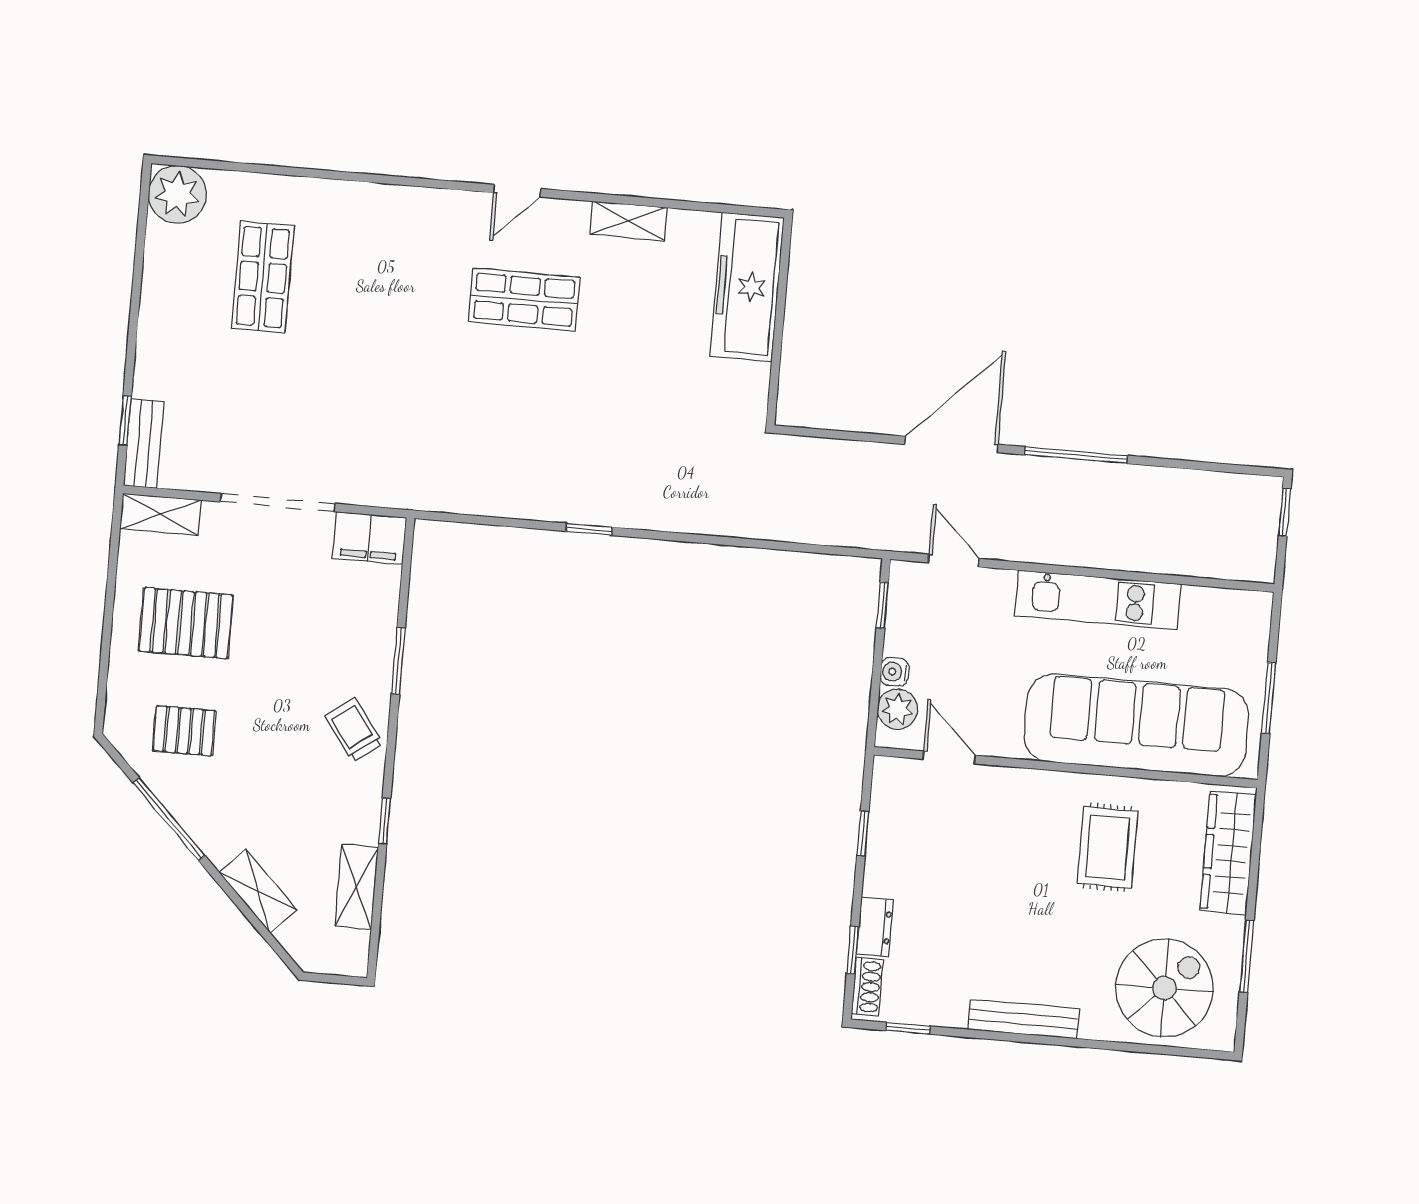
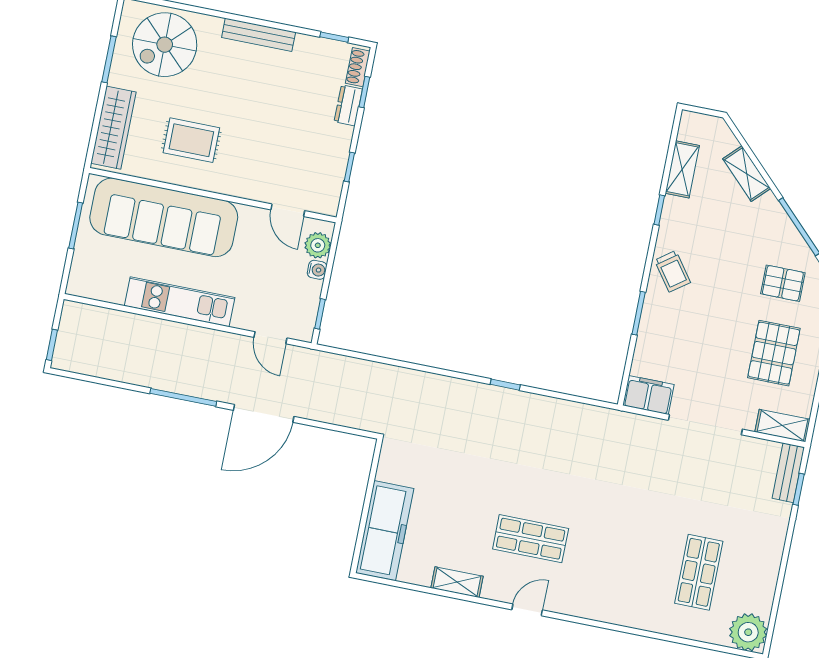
pallet: (186, 623) -> (774, 353), turned 90
rug: (1108, 847) -> (191, 140), turned 90

